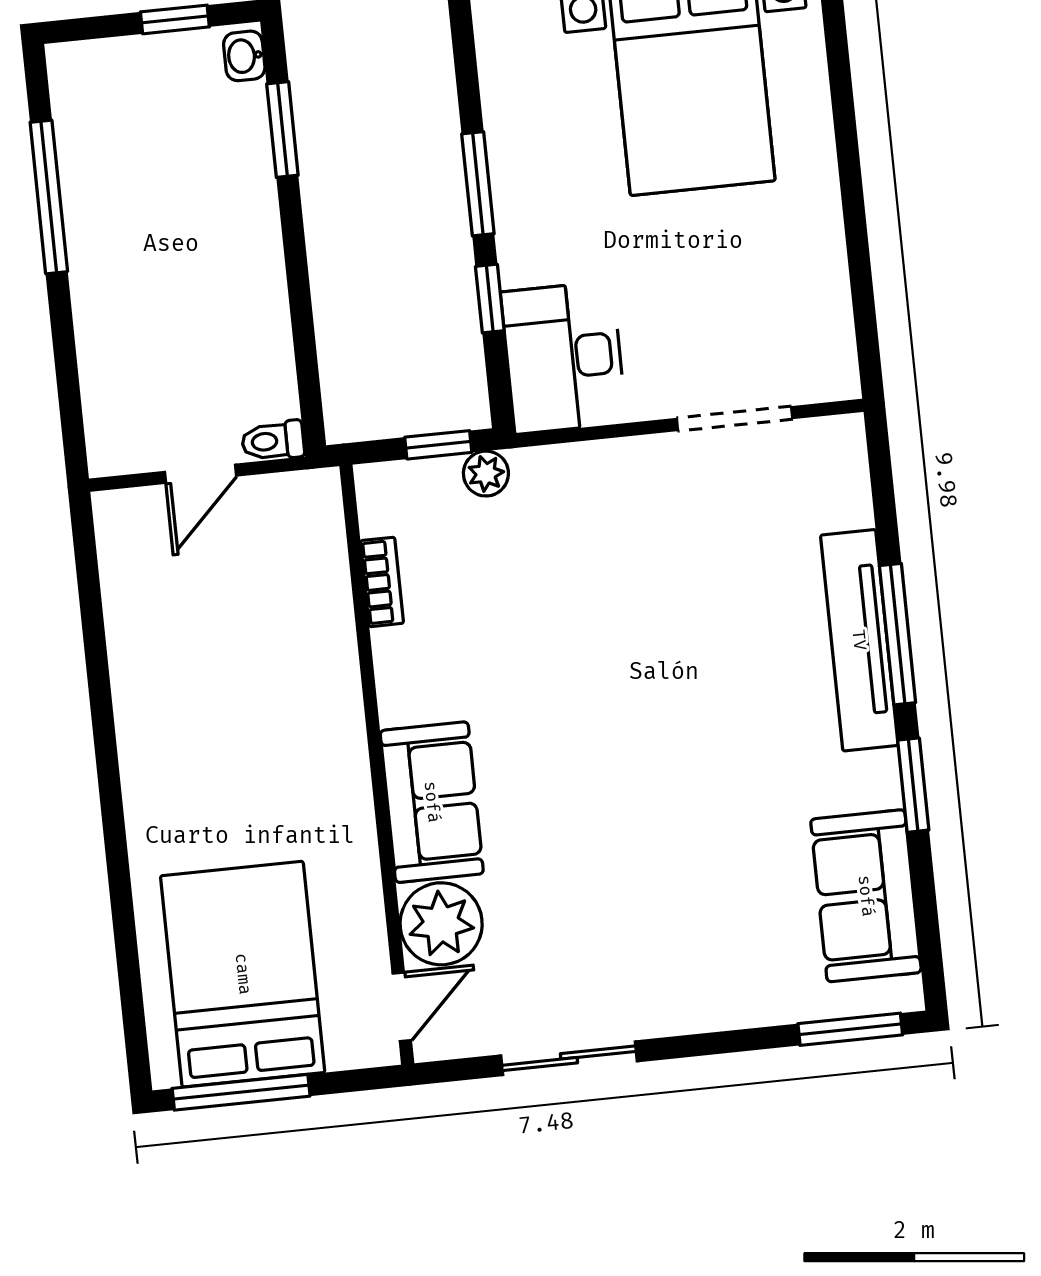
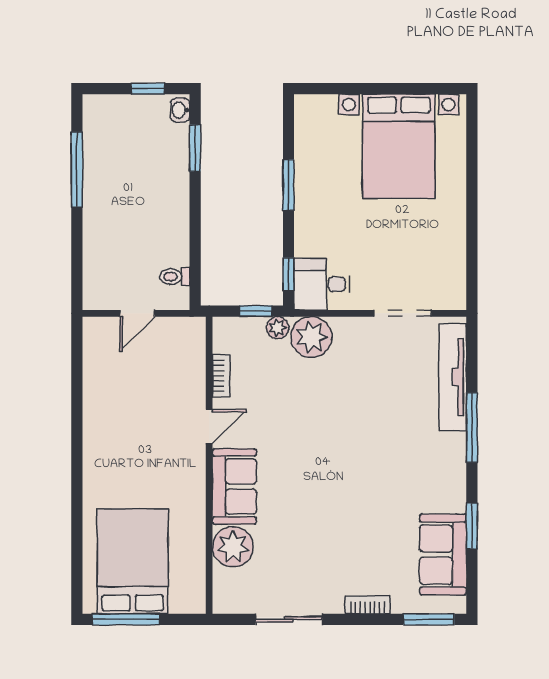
window: (490, 299) -> (288, 274), moved
desk: (564, 358) -> (322, 284), width x0.73
toilet: (273, 441) -> (175, 277), moved
plant: (556, 485) -> (311, 337), added
tv unit: (859, 640) -> (453, 377), moved
window: (913, 785) -> (472, 526), moved
door: (402, 1007) -> (209, 426), moved
bookcase: (725, 1013) -> (368, 605), added

